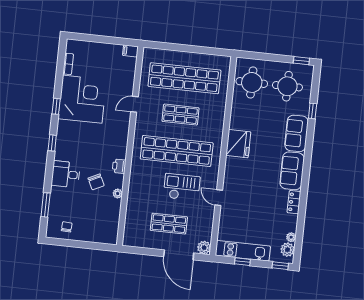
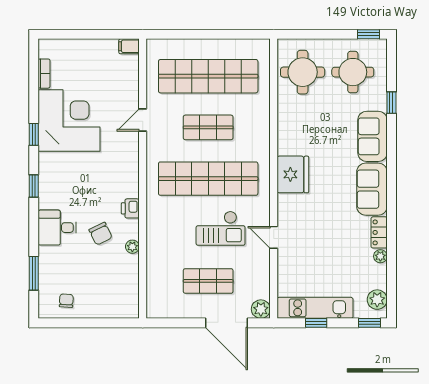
fridge: (238, 144) -> (293, 174), moved
checkout: (182, 187) -> (221, 228), turned 180
plant: (291, 237) -> (380, 256), moved

